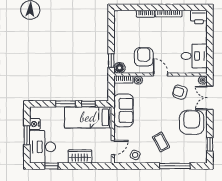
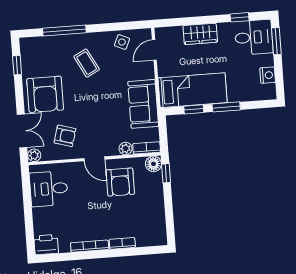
window: (27, 135) -> (276, 41), moved
desk: (43, 147) -> (254, 37), width x0.73

